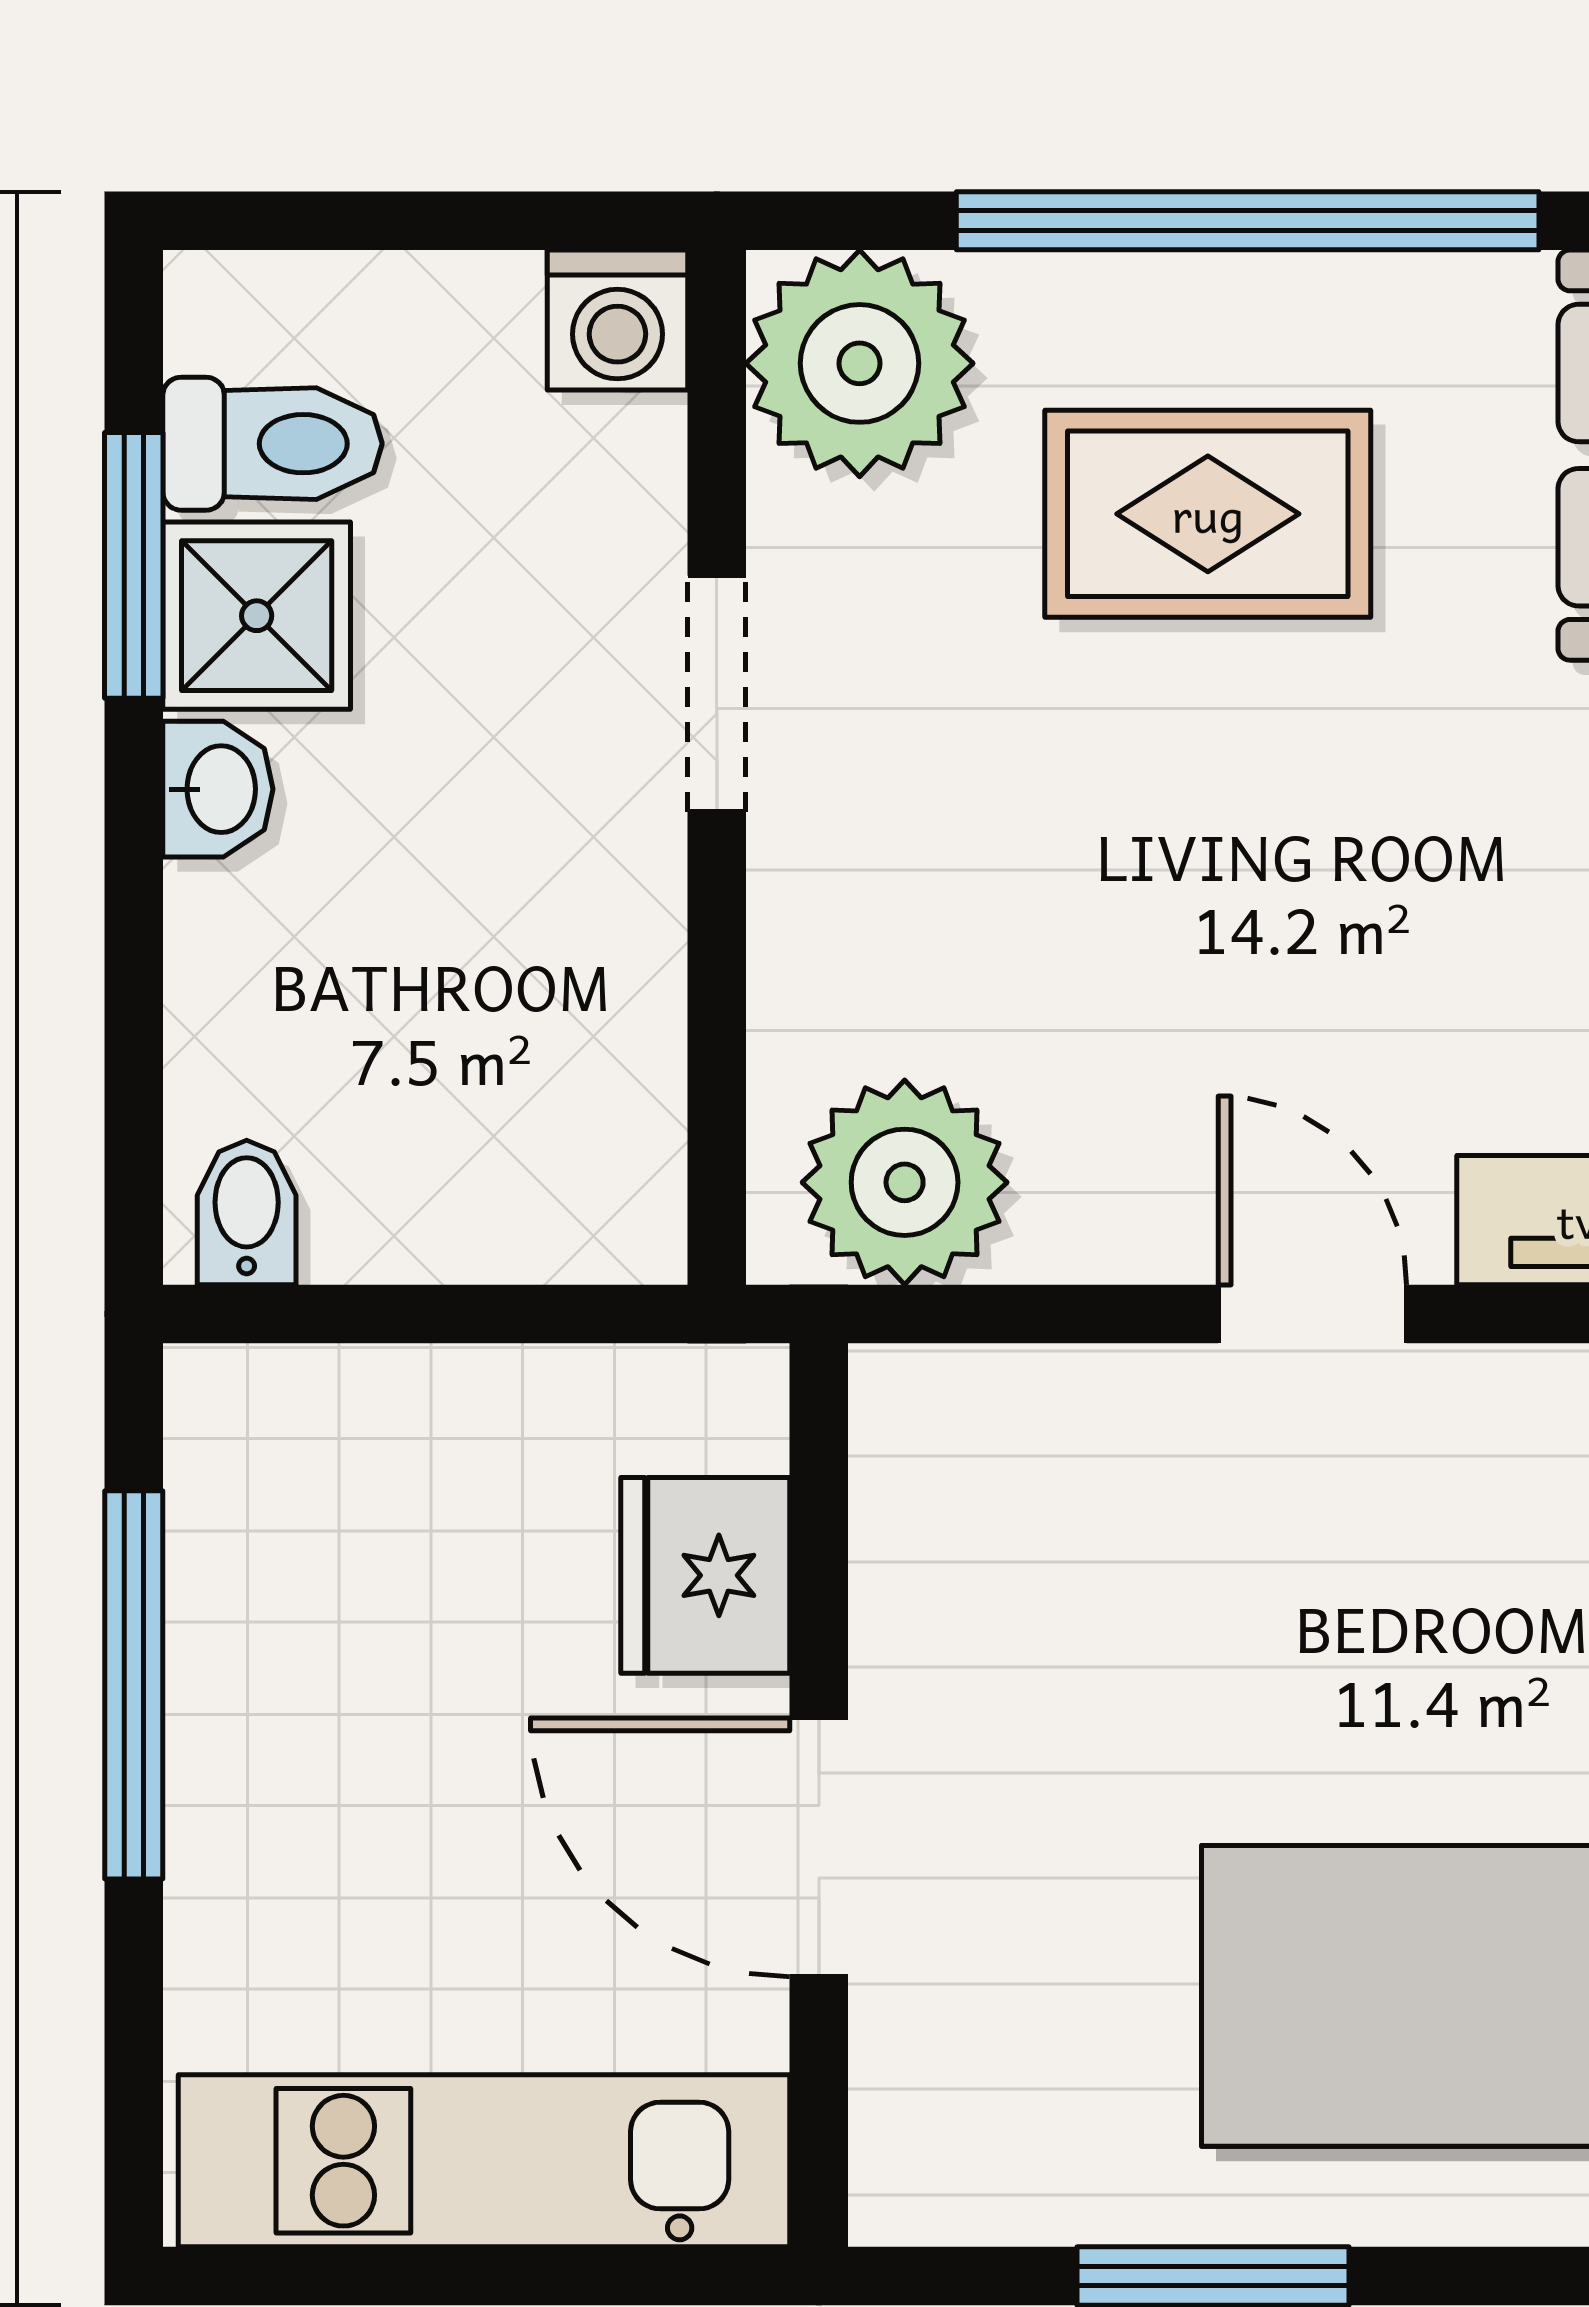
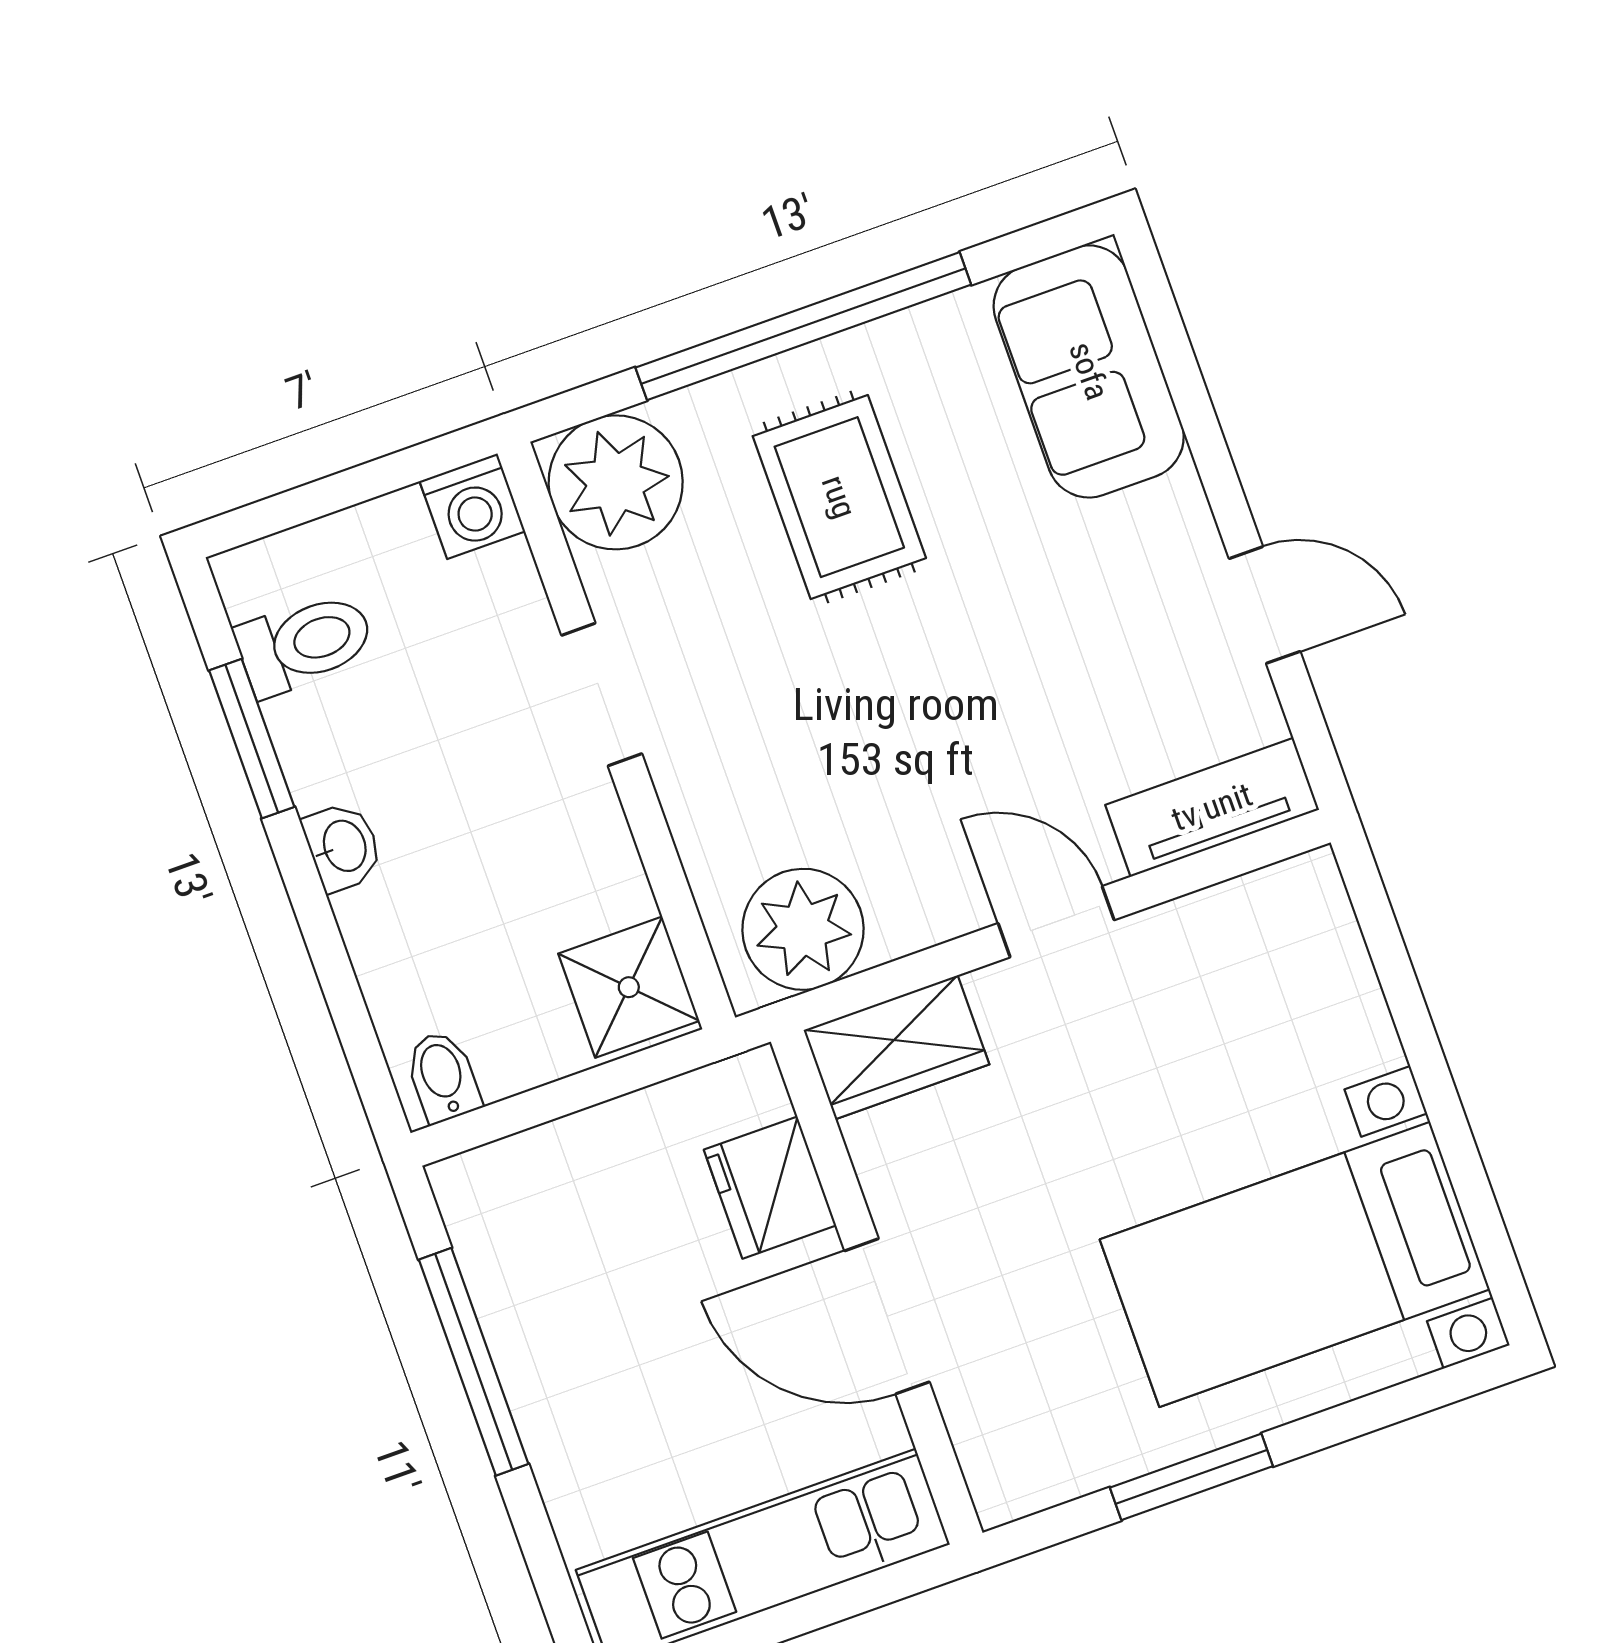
rug: (1208, 514) -> (839, 497), turned 90
shower: (257, 616) -> (629, 987), moved
wardrobe: (986, 1423) -> (896, 1047), added

